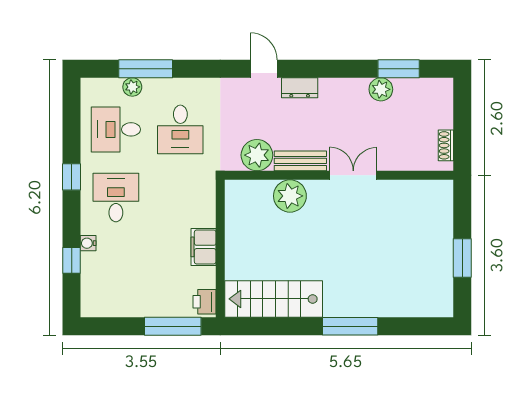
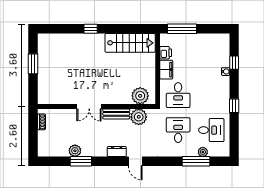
window: (399, 69) -> (81, 161), moved
plant: (290, 196) -> (140, 96), moved
desk: (116, 197) -> (178, 95), moved
printer: (205, 302) -> (166, 53), moved
window: (350, 326) -> (91, 29), width x0.46

